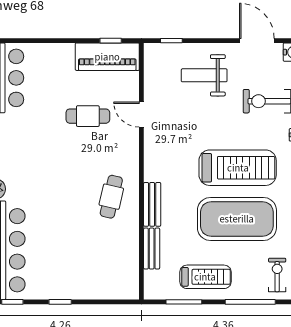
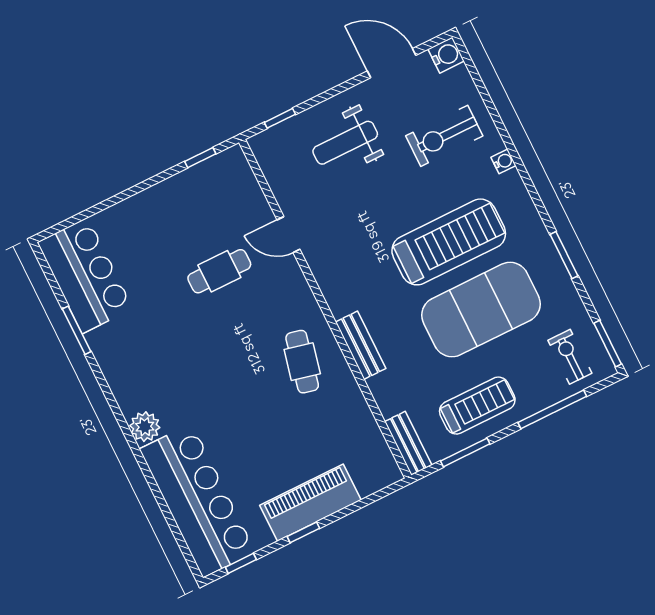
piano: (107, 57) -> (310, 503), moved, turned 180
bench: (152, 249) -> (408, 443), moved

